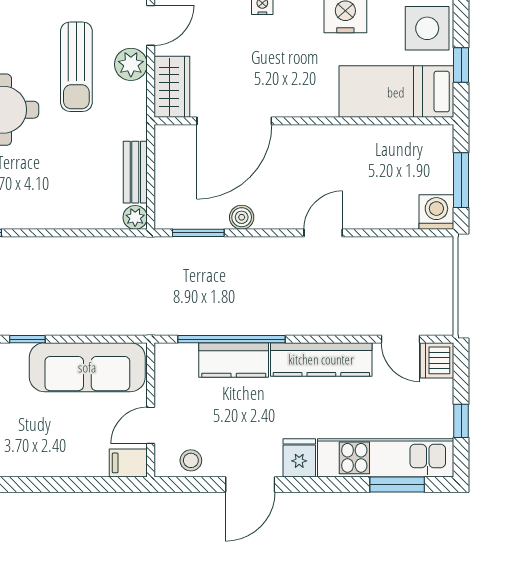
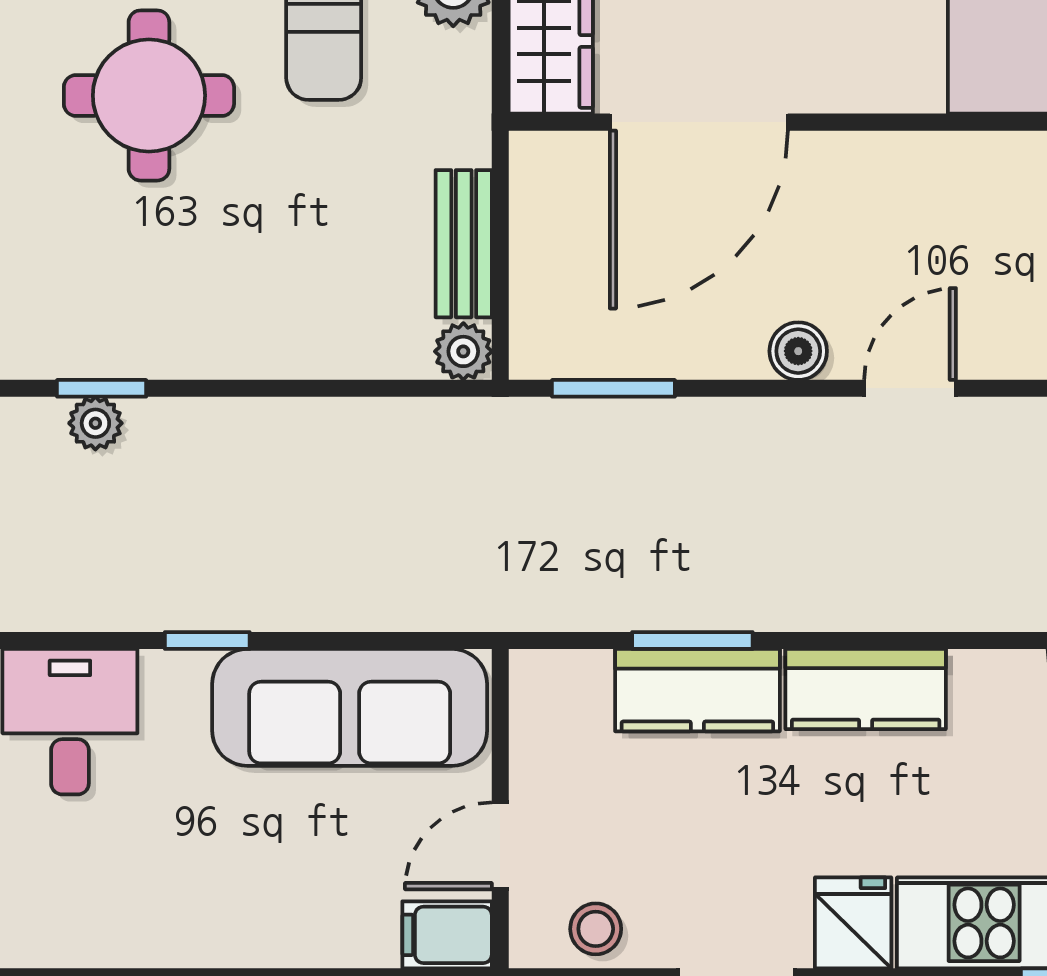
boiler: (242, 217) -> (798, 351), moved
window: (232, 339) -> (692, 641), width x0.47
kitchen counter: (321, 359) -> (866, 689), width x0.67

